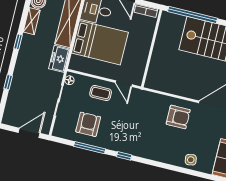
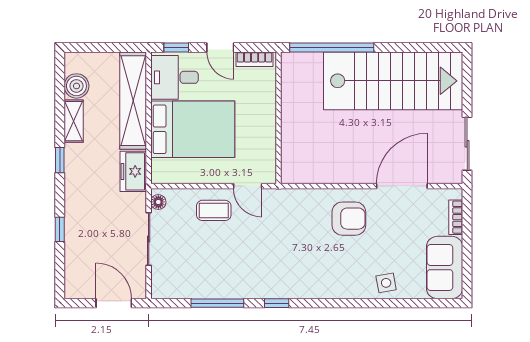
armchair: (88, 124) -> (206, 266), removed
door: (29, 133) -> (114, 303), hinge flipped

